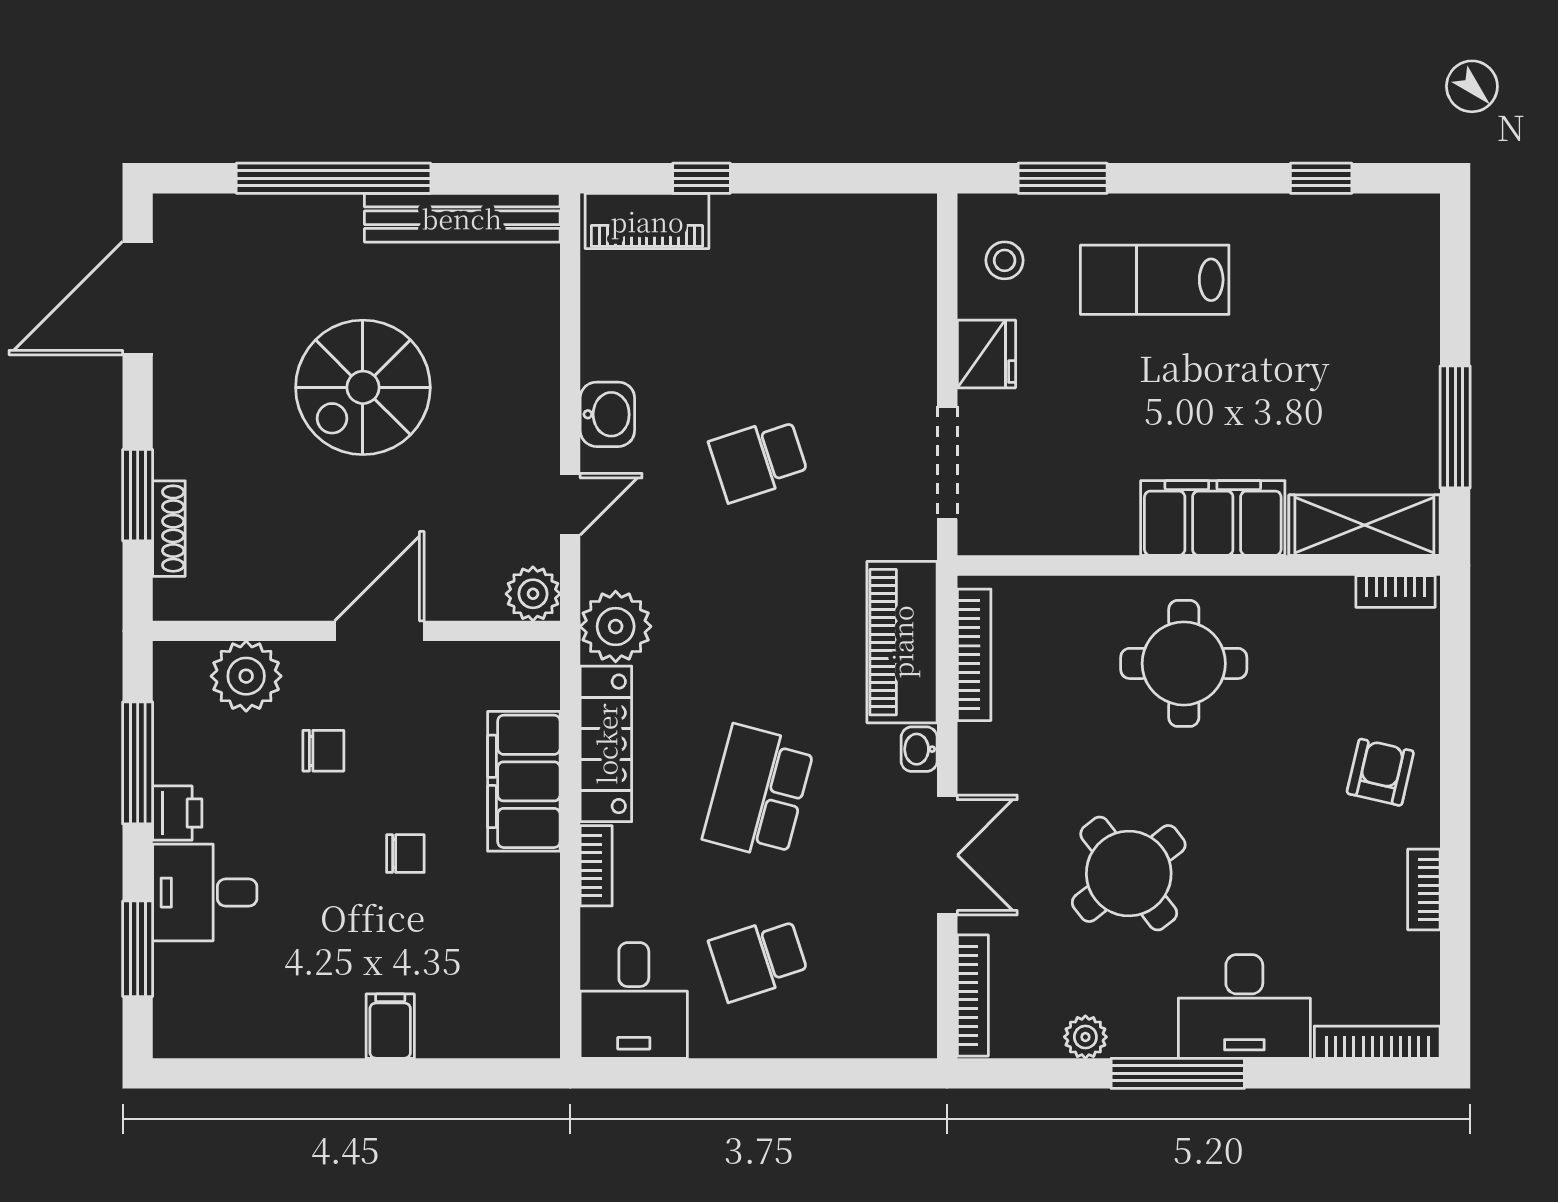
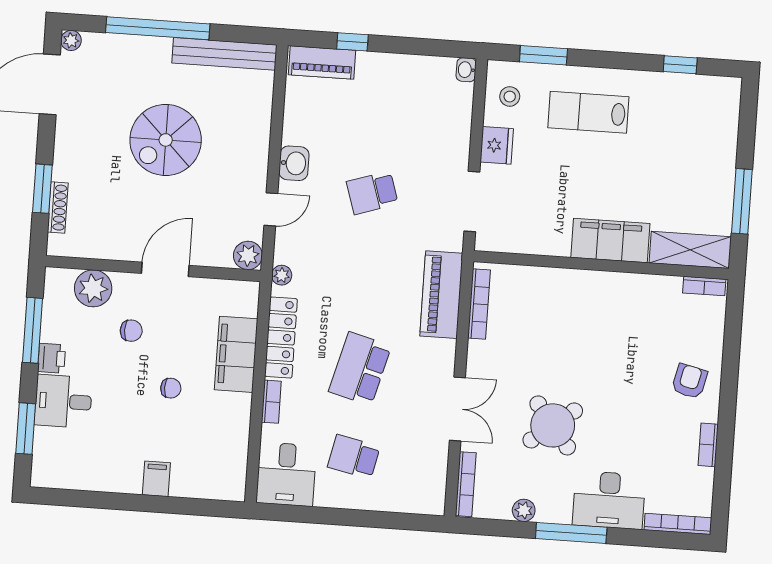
plant: (172, 213) -> (71, 40), added
plant: (616, 626) -> (282, 275), width x0.53, depth x0.53
round table: (1184, 663) -> (590, 316), removed
washbasin: (919, 749) -> (466, 70), moved
school desk: (759, 959) -> (354, 457), turned 30

